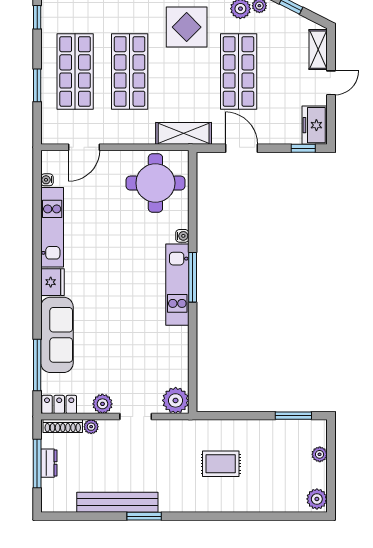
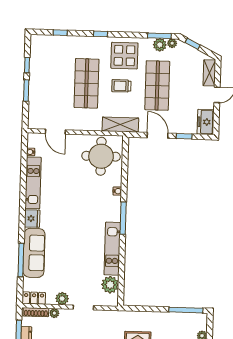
window: (37, 17) -> (27, 65), moved
shop shelf: (75, 71) -> (51, 82), removed
trolley: (183, 74) -> (121, 86), added
door: (84, 147) -> (55, 132), hinge flipped
window: (303, 148) -> (184, 136), moved
kitchen unit: (177, 285) -> (112, 249), moved
window: (37, 365) -> (21, 260), moved
plant: (176, 400) -> (110, 285), moved
window: (293, 416) -> (186, 310), width x1.44

